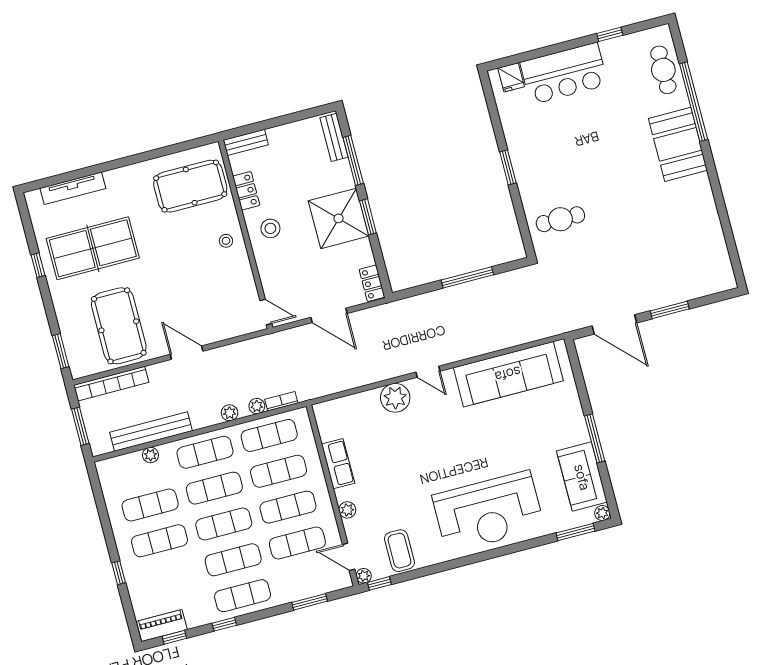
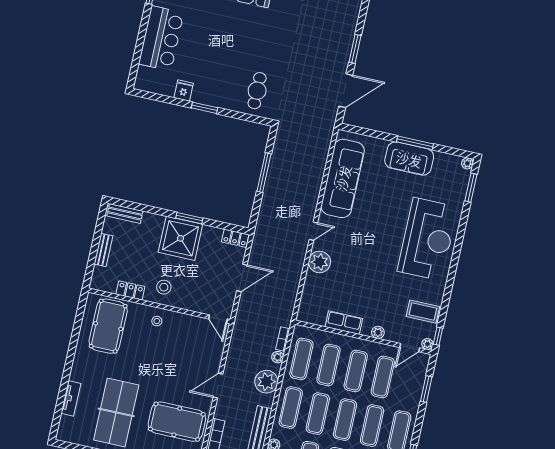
fridge: (511, 77) -> (184, 91), moved, turned -90
bench: (246, 142) -> (103, 250), moved
window: (353, 160) -> (147, 209), removed
tv unit: (73, 188) -> (71, 398), width x0.71
door: (266, 312) -> (218, 319), swing flipped
plant: (230, 413) -> (266, 382), width x1.88, depth x1.88
sofa: (582, 477) -> (409, 159), moved

